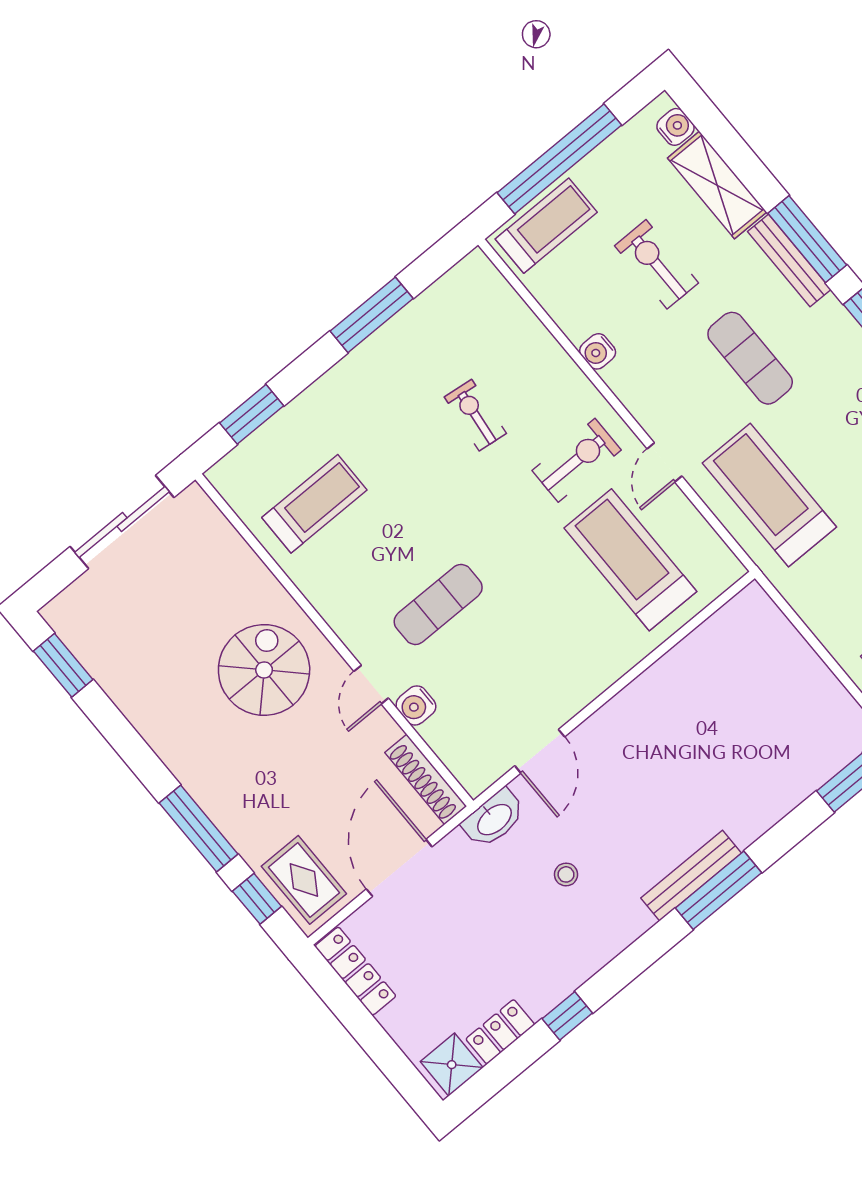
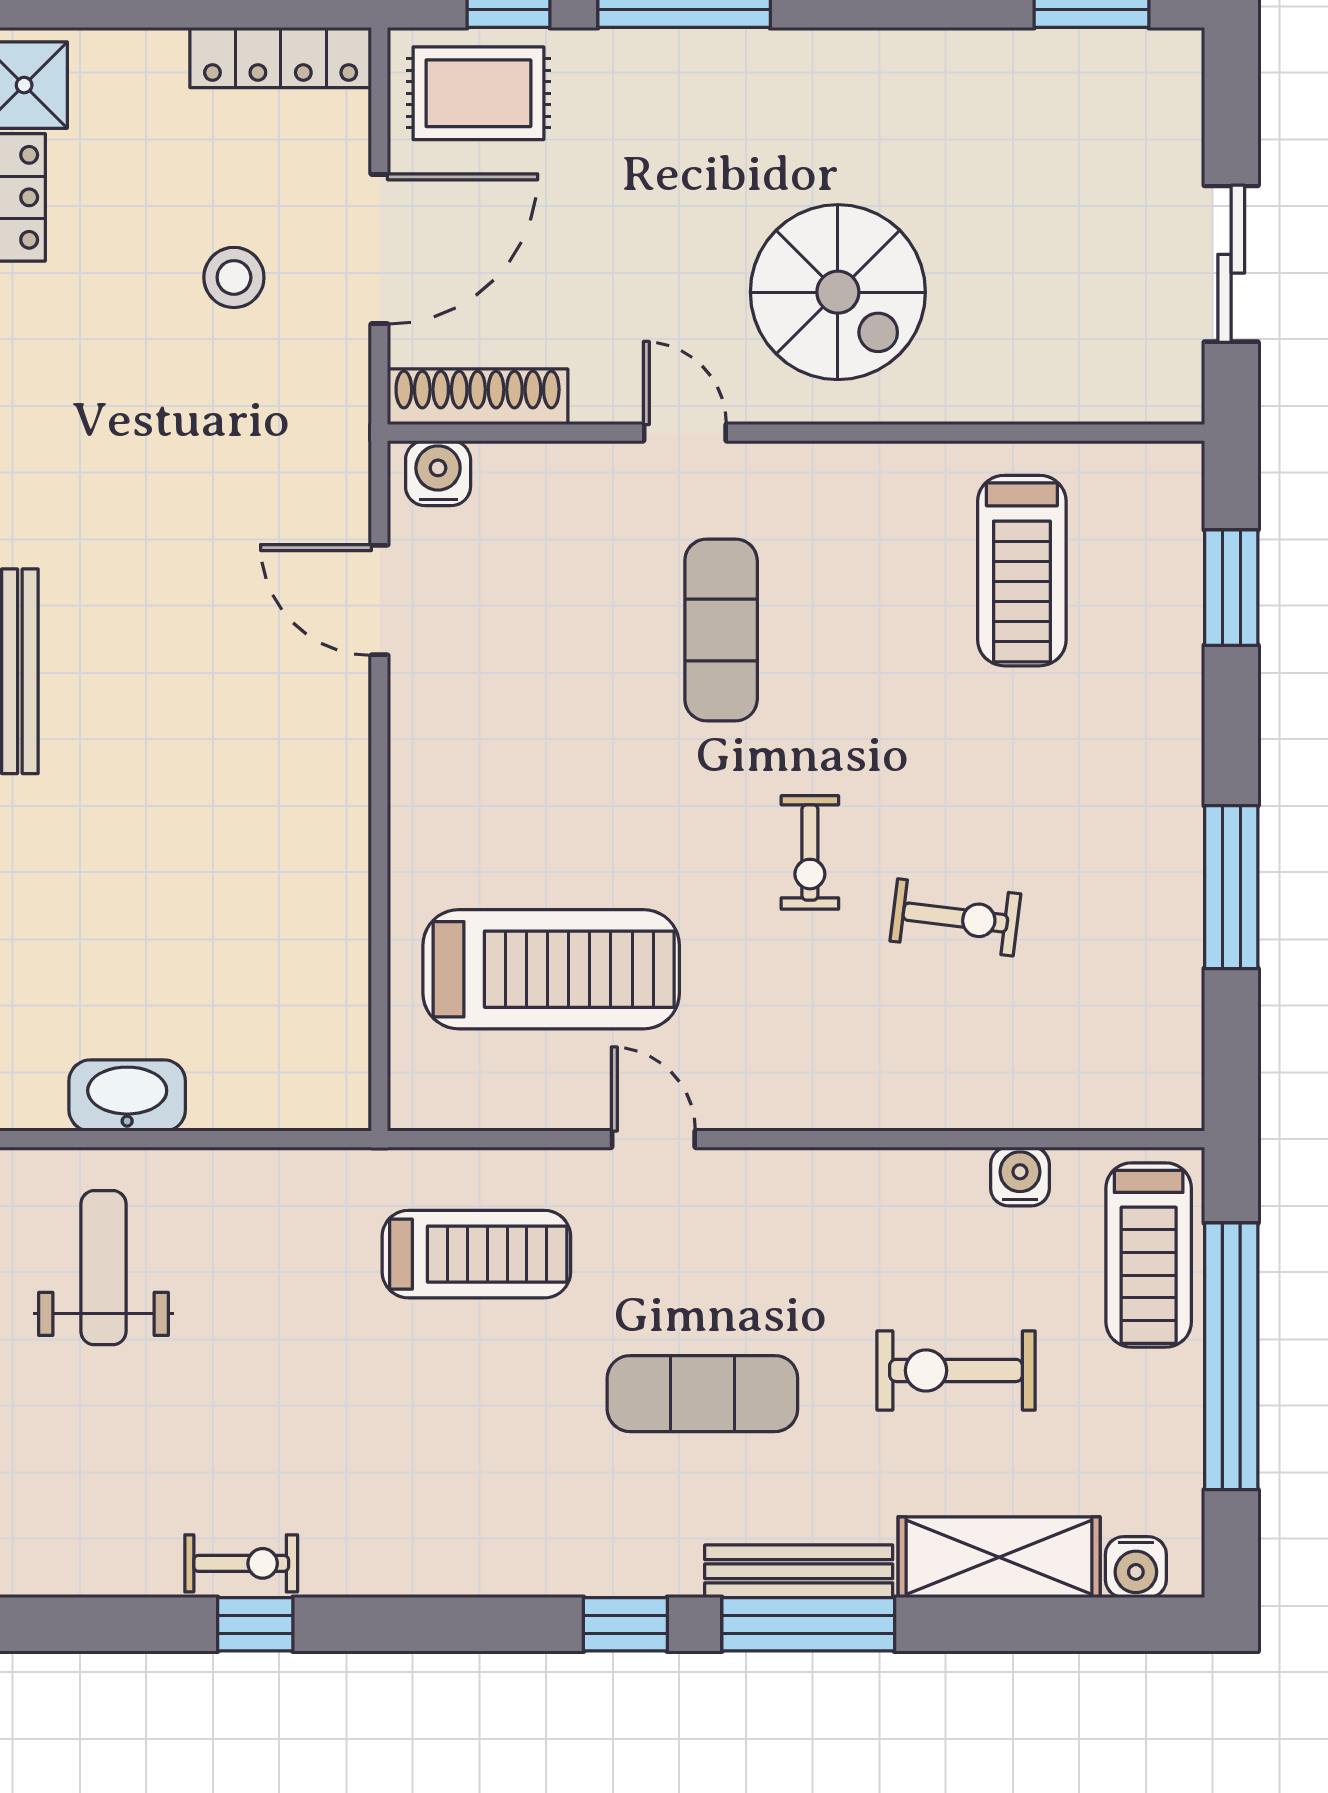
exercise bike: (657, 264) -> (956, 1370), turned 180
water cooler: (598, 351) -> (1020, 1176), moved
exercise bike: (577, 460) -> (810, 852), moved, width x0.73, depth x0.72
treadmill: (769, 495) -> (476, 1254), width x0.73, depth x0.73
sliding door: (122, 522) -> (1231, 264), width x0.73
water cooler: (416, 705) -> (438, 473), moved
washbasin: (494, 819) -> (127, 1096), moved, turned 90
door: (399, 868) -> (379, 249), hinge flipped
stool: (566, 874) -> (234, 277), moved, width x1.37, depth x1.37

